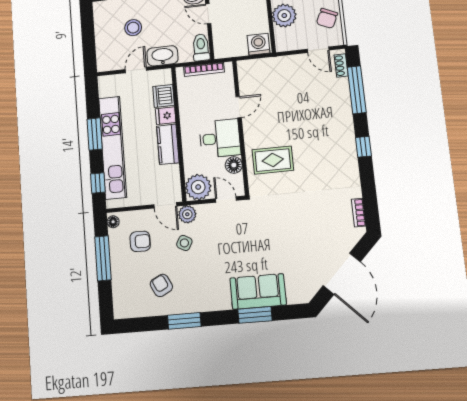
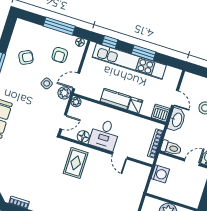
washing machine: (258, 44) -> (160, 174), moved
dishwasher: (164, 96) -> (161, 113), moved
plant: (198, 187) -> (76, 102), width x0.53, depth x0.53

